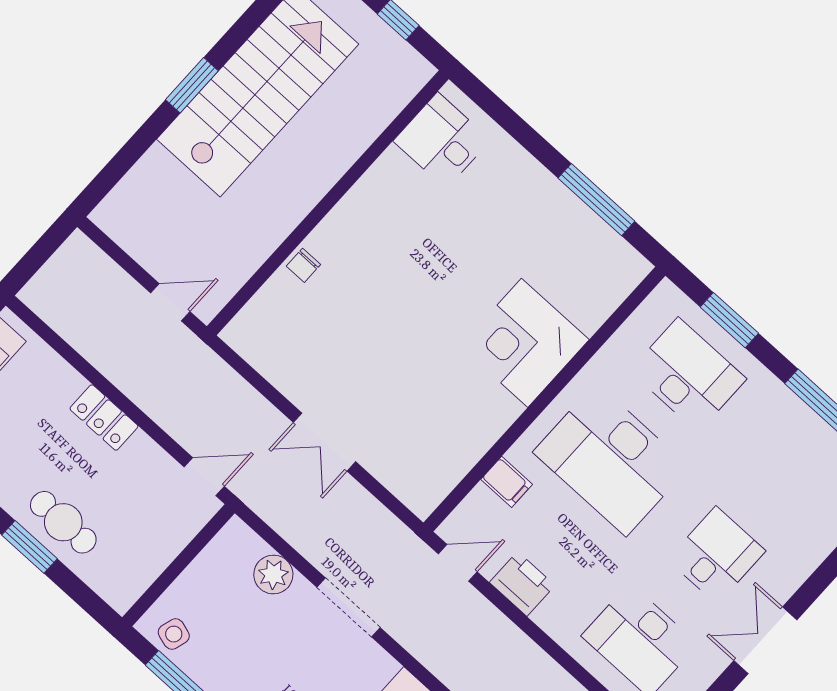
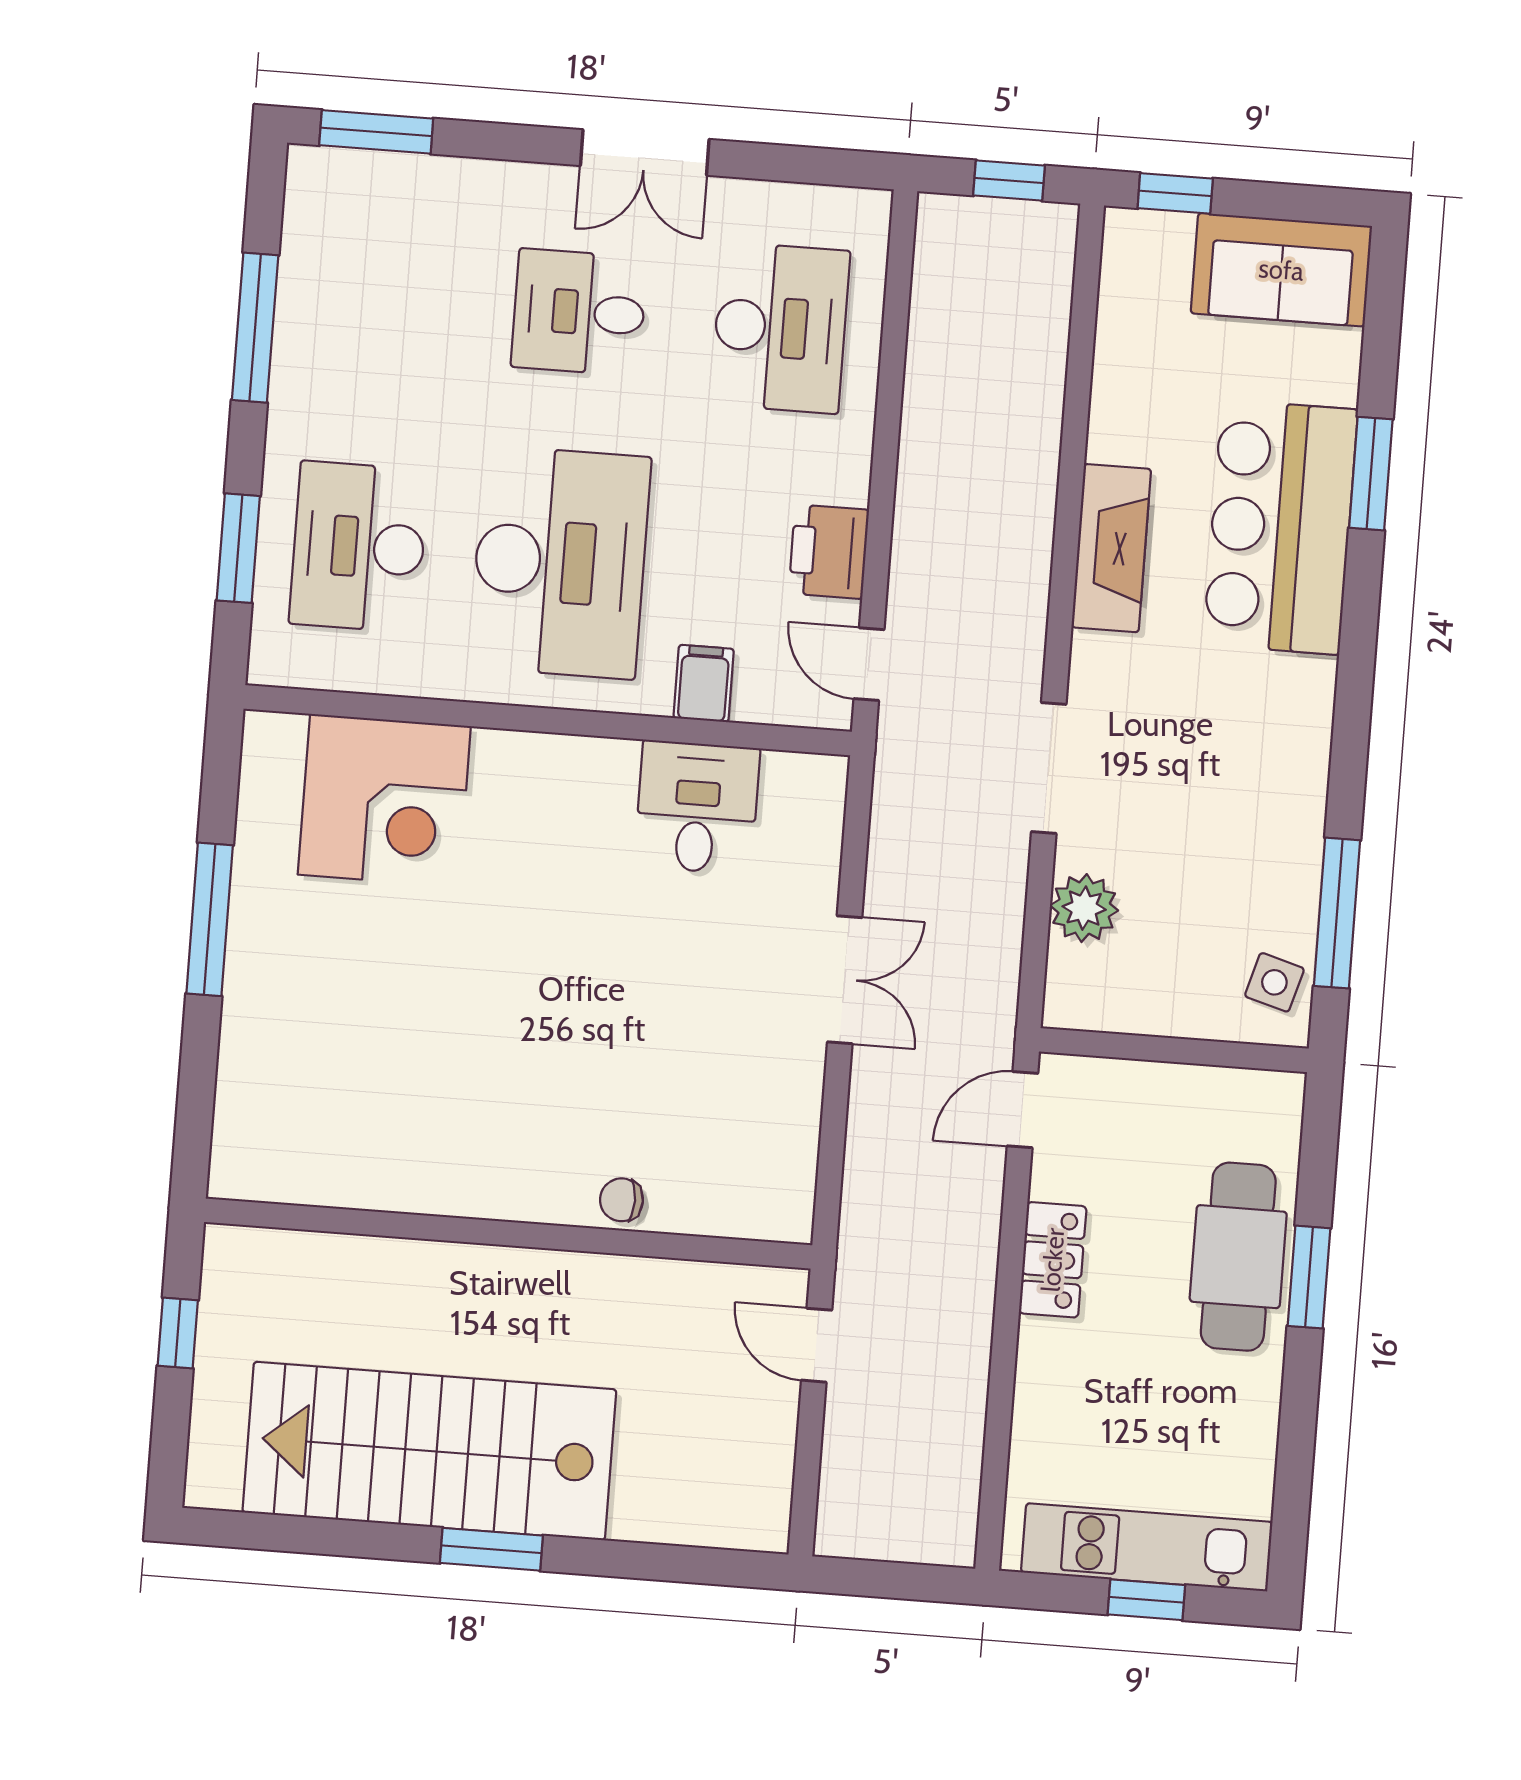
desk: (442, 140) -> (697, 807), moved, turned 180
window: (596, 200) -> (210, 919), moved
chair: (303, 265) -> (622, 1200), turned 180
corner desk: (525, 343) -> (384, 800), moved
locker: (104, 417) -> (1053, 1260), moved
door: (204, 477) -> (1023, 1110), hinge flipped
cafe table: (63, 522) -> (1238, 1257), width x1.37, depth x1.35

